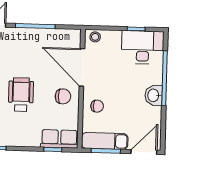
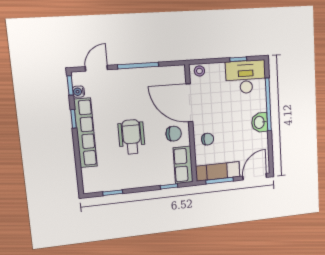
row of seats: (59, 139) -> (183, 165), moved, turned -90

